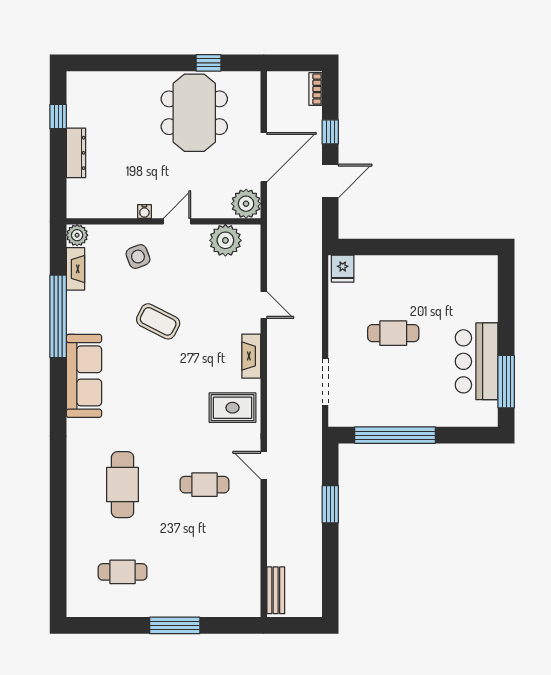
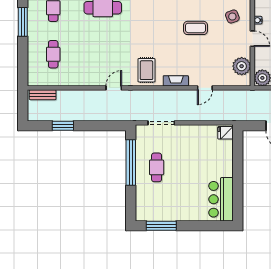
coffee table: (158, 321) -> (196, 28), turned 63
cafe table: (393, 333) -> (157, 167), moved
bar counter: (477, 361) -> (221, 199), moved, turned -90
cafe table: (204, 485) -> (53, 54), moved
window: (330, 504) -> (63, 126), moved
window: (175, 625) -> (23, 22), moved

